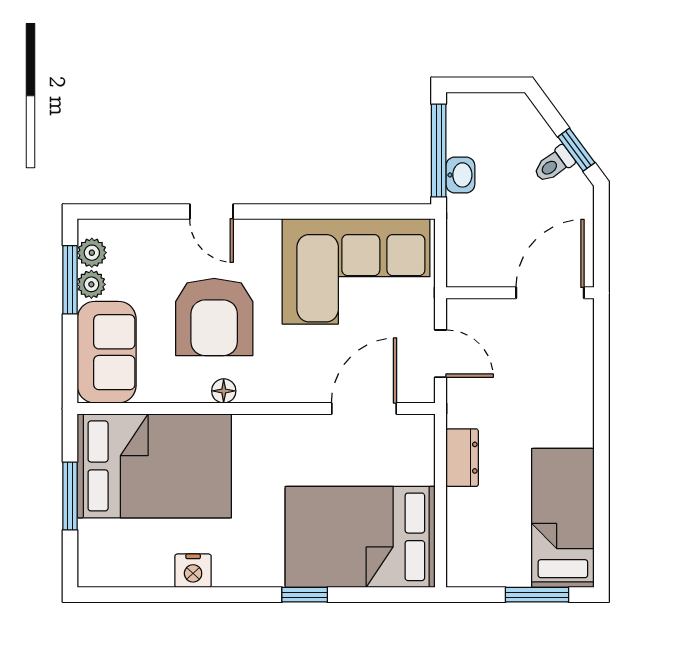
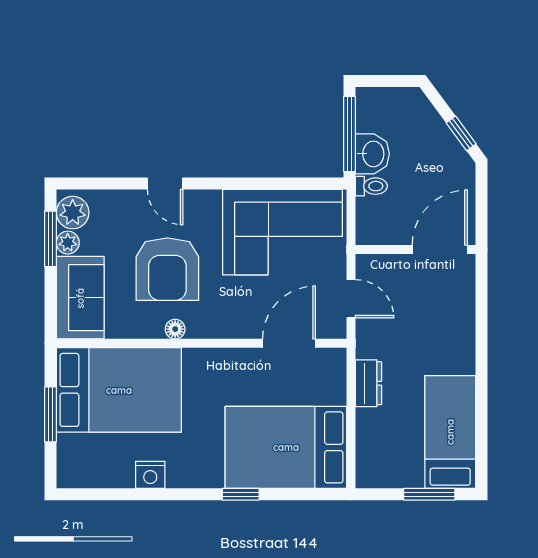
toilet: (554, 164) -> (371, 186), moved, turned -144
washbasin: (460, 175) -> (372, 154), width x1.38, depth x1.45
plant: (92, 253) -> (73, 213), width x1.38, depth x1.38

